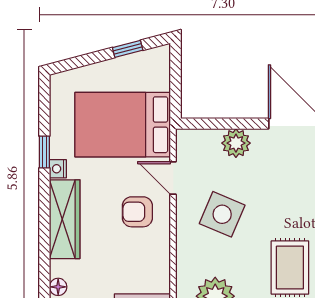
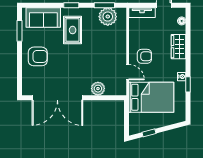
side table: (222, 214) -> (104, 55), removed
wardrobe: (65, 219) -> (179, 47), width x0.67

